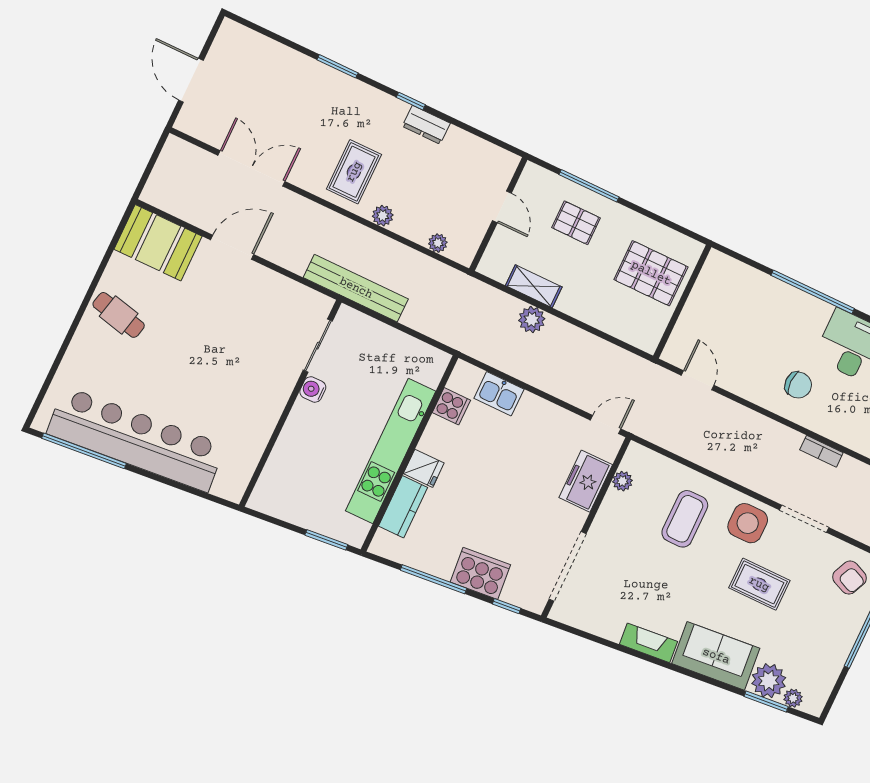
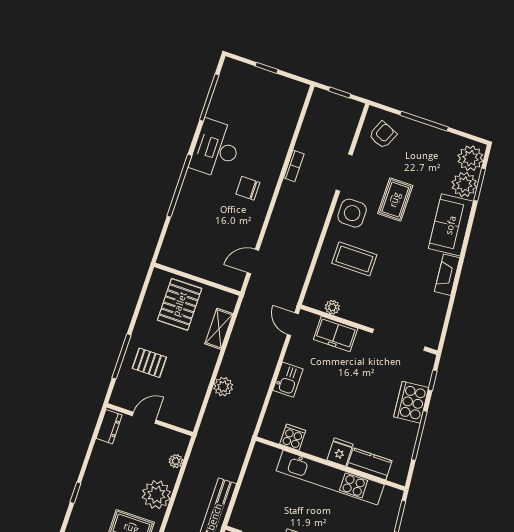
dresser: (426, 125) -> (109, 427), moved
plant: (383, 216) -> (156, 495), width x1.87, depth x1.87
pallet: (576, 223) -> (149, 363), turned 90
shelving: (534, 286) -> (219, 329), moved
chair: (798, 385) -> (248, 188), turned -90
kitchen sink: (499, 394) -> (288, 380), moved
plant: (793, 698) -> (470, 158), width x1.87, depth x1.87

